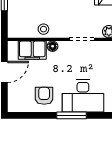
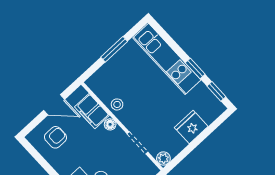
armchair: (44, 96) -> (55, 137), moved

